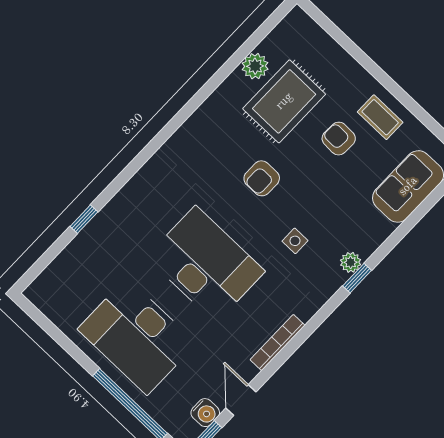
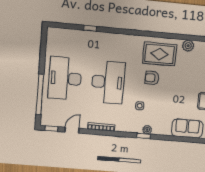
rug: (284, 101) -> (159, 54), moved
armchair: (339, 139) -> (185, 93), removed
water cooler: (205, 413) -> (58, 122), removed

